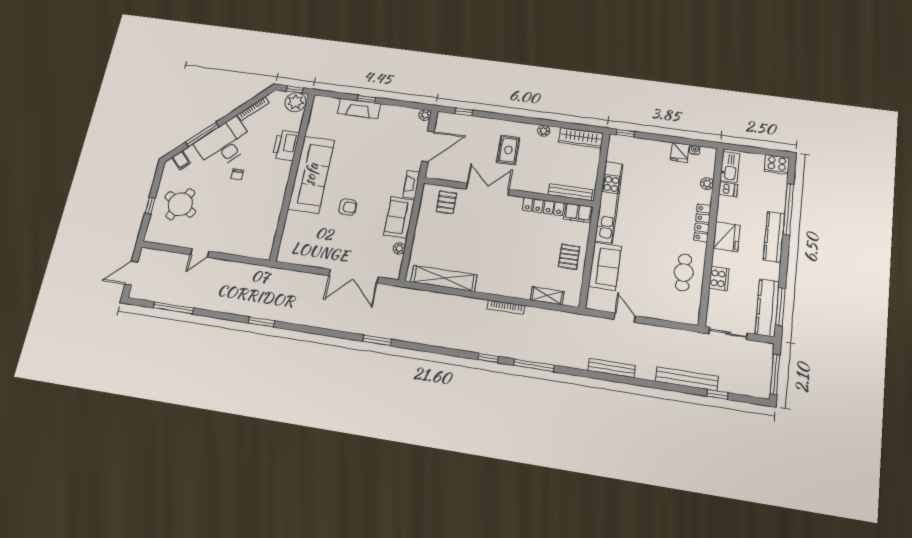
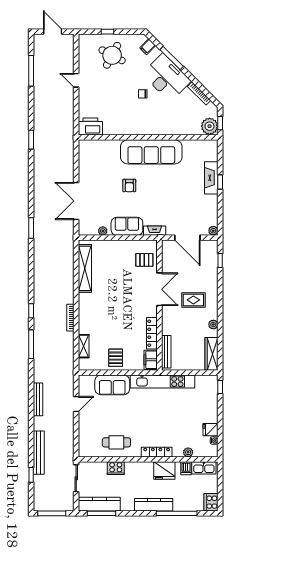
printer: (286, 145) -> (90, 127), moved
fridge: (727, 237) -> (164, 471), moved
pallet: (569, 257) -> (116, 358), turned 90

